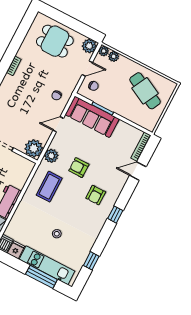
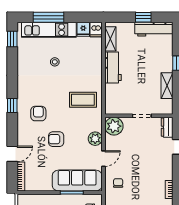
plant: (51, 156) -> (95, 139), moved
armchair: (79, 168) -> (56, 139), moved, turned 180
coffee table: (49, 187) -> (83, 100), turned 90
window: (91, 261) -> (12, 39), moved

